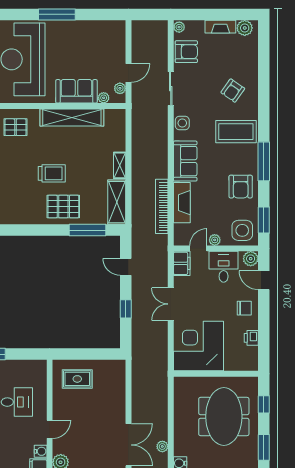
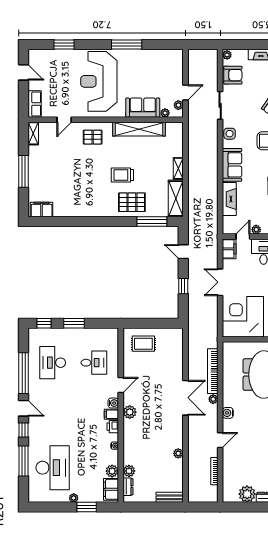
trolley: (52, 173) -> (122, 175), turned 180
bookcase: (162, 206) -> (213, 371), moved

